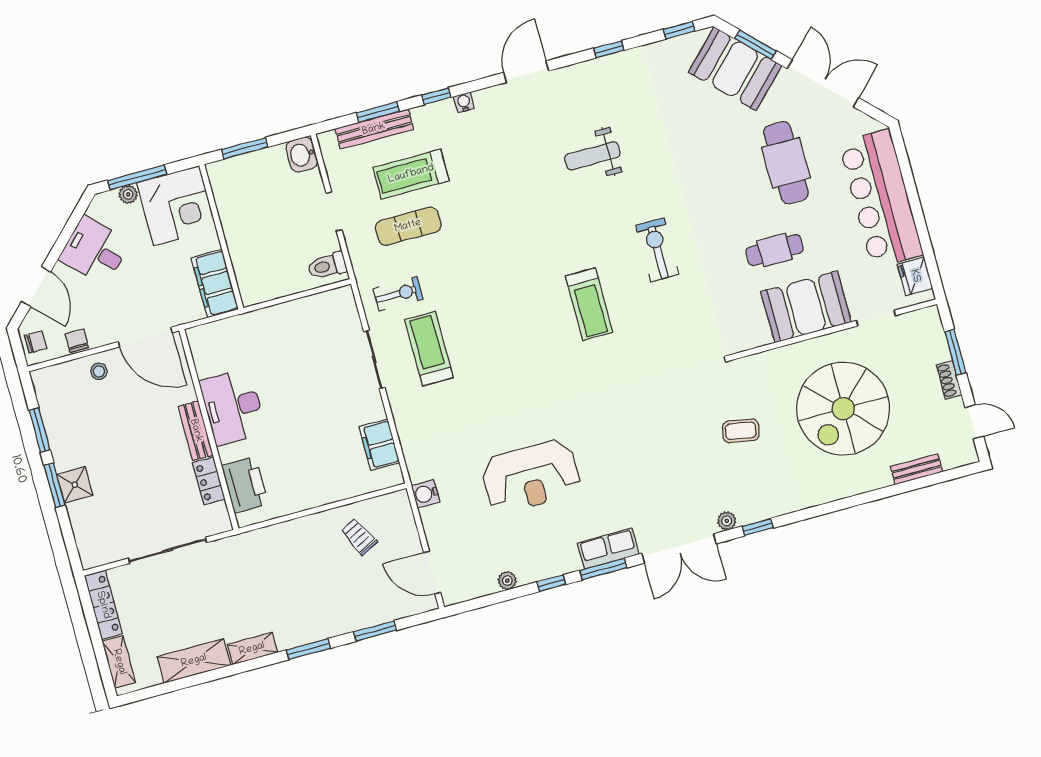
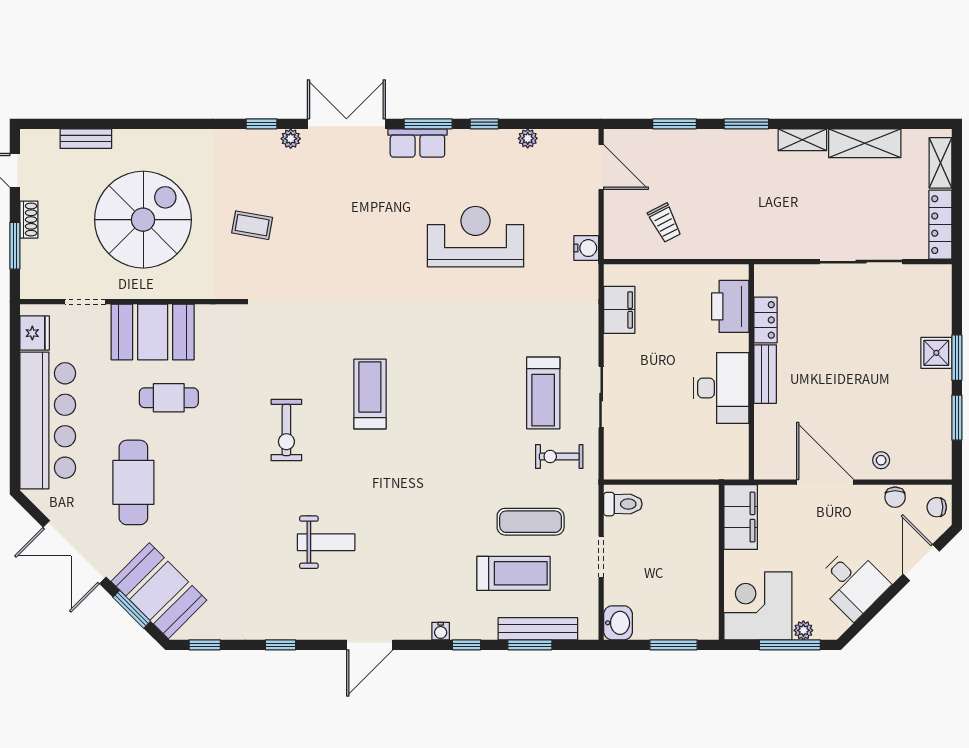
desk: (233, 407) -> (721, 388), moved
wall: (209, 430) -> (751, 372), moved
bench: (196, 431) -> (765, 374), moved
locker: (209, 481) -> (765, 320), moved
printer: (245, 485) -> (730, 306), moved

